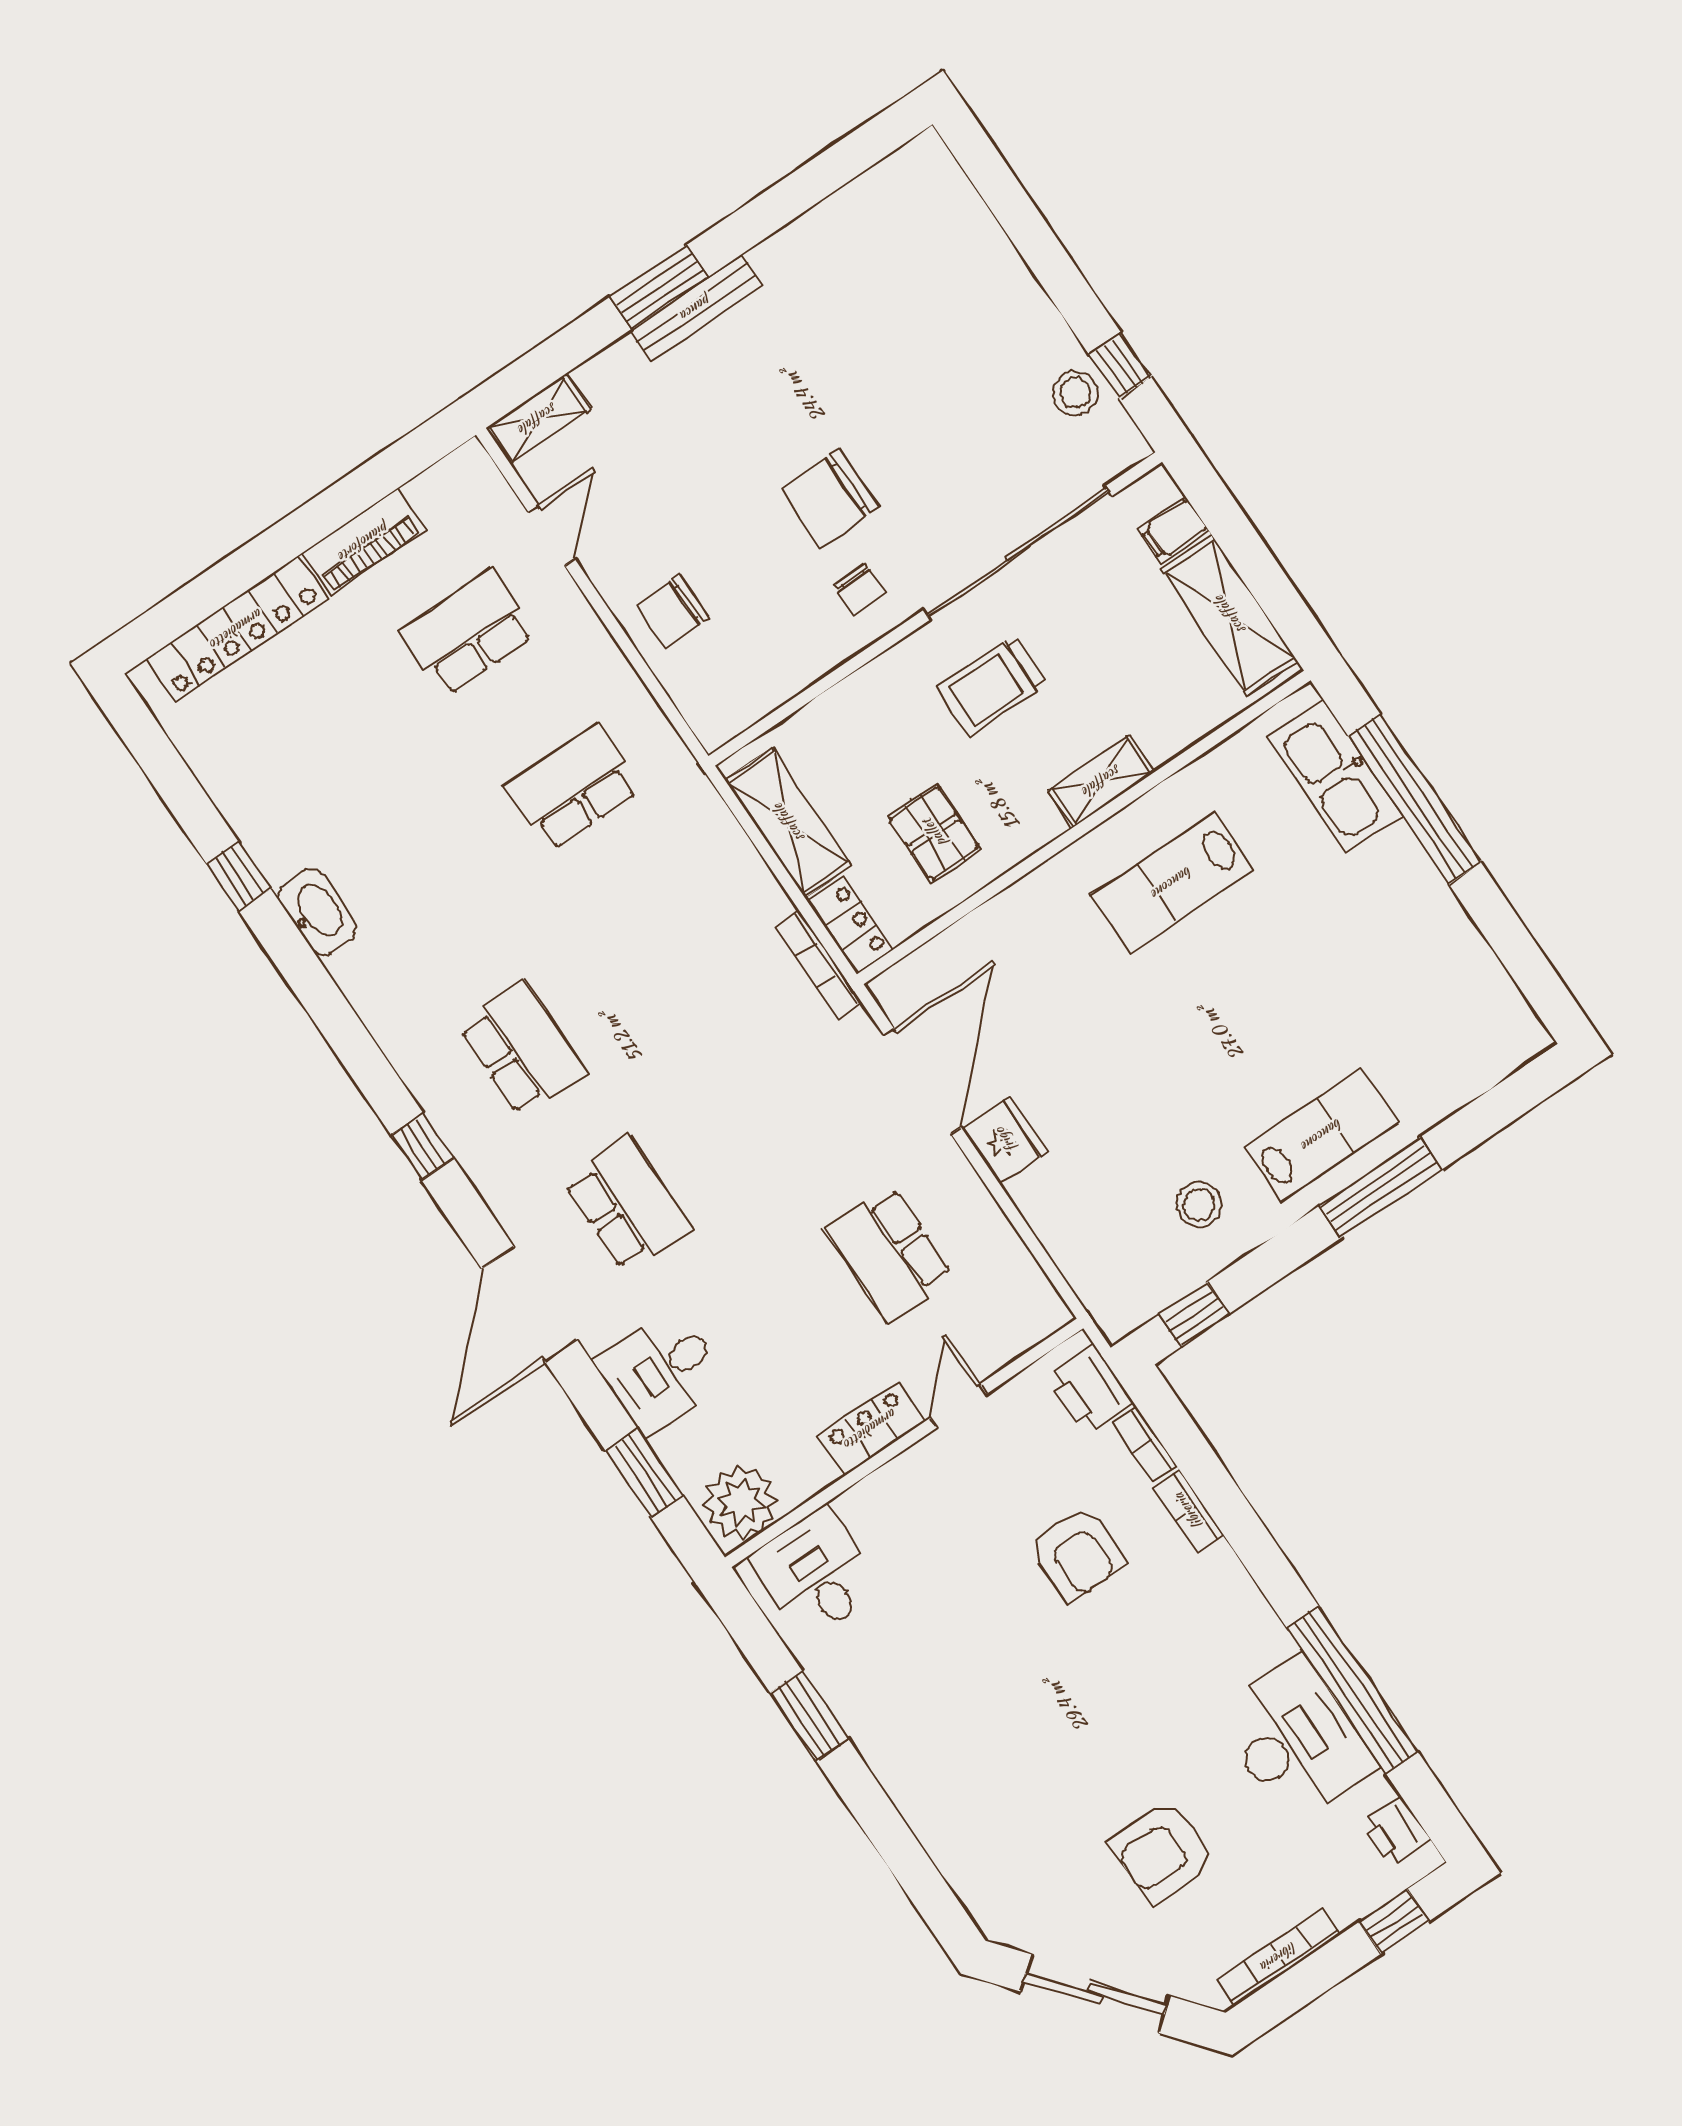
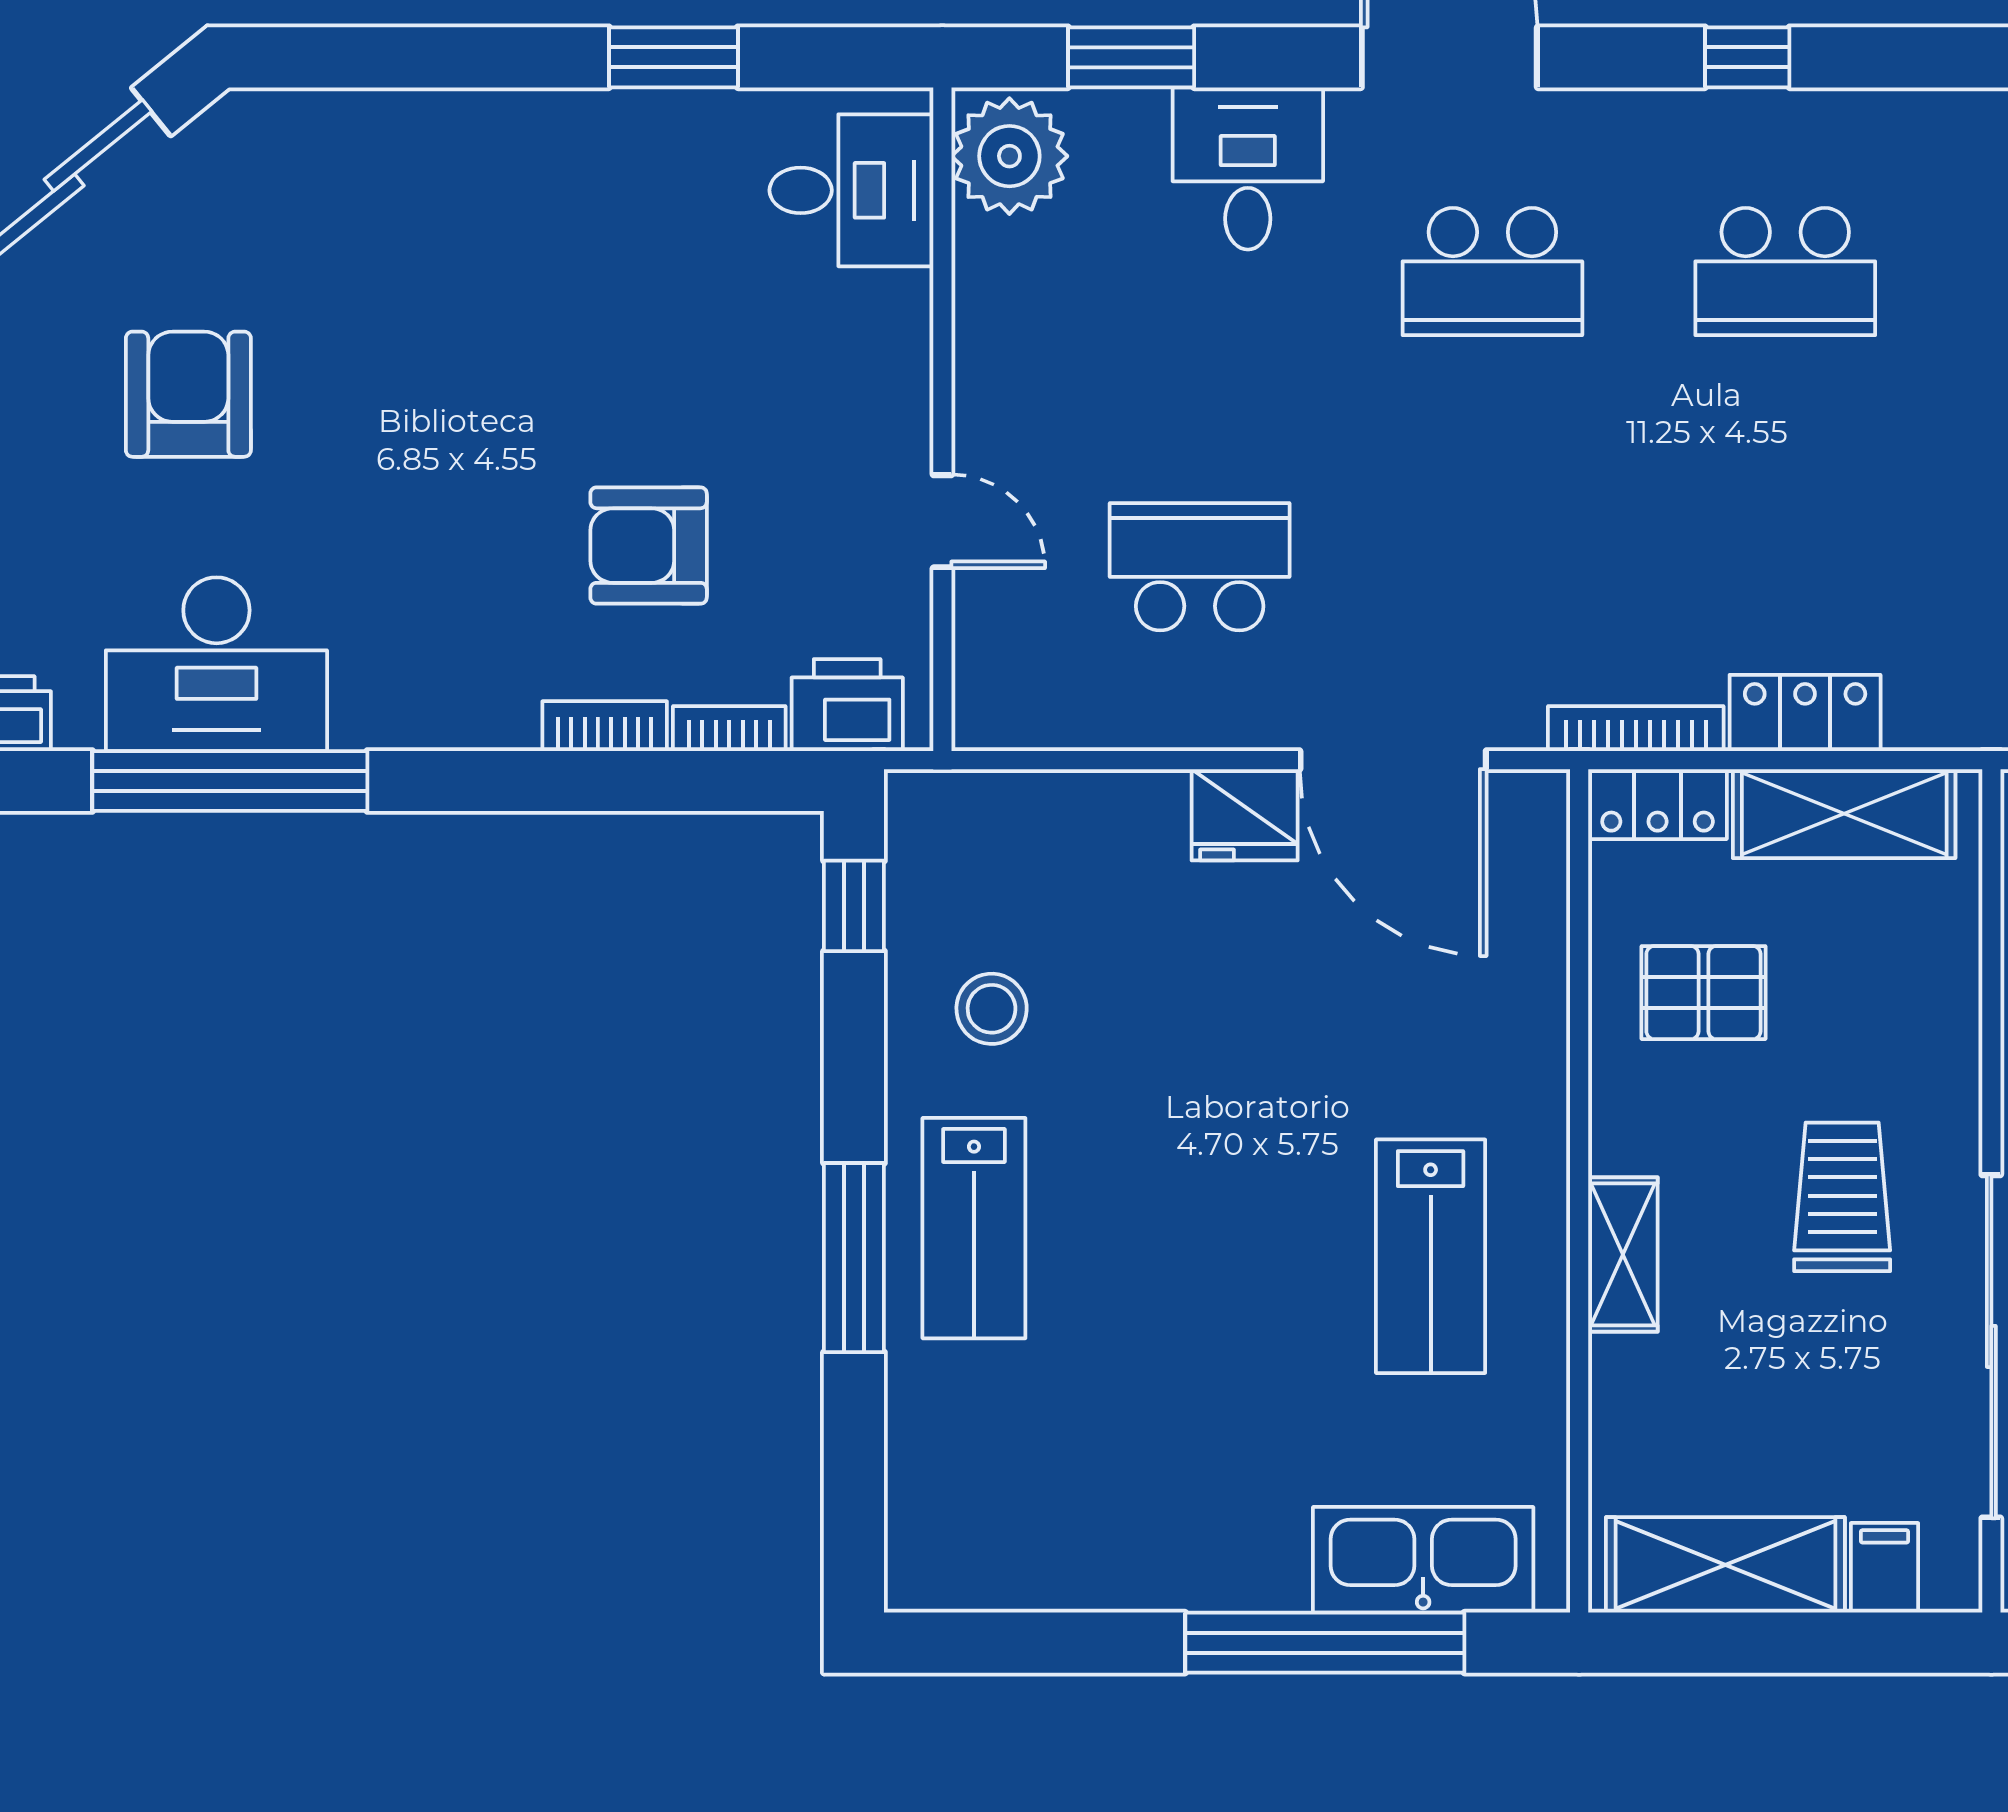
lab bench: (1172, 883) -> (1431, 1256), turned 180
locker: (871, 1429) -> (1805, 713), moved, turned -90

